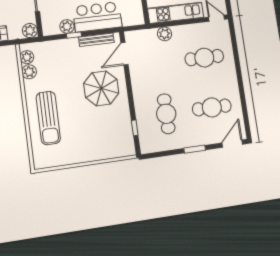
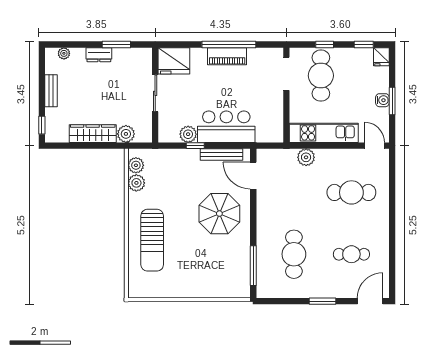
plant: (30, 31) -> (126, 134), moved
door: (124, 54) -> (253, 176), hinge flipped
cafe table: (212, 107) -> (351, 254), width x0.73, depth x0.74
window: (135, 128) -> (253, 266), width x2.17

